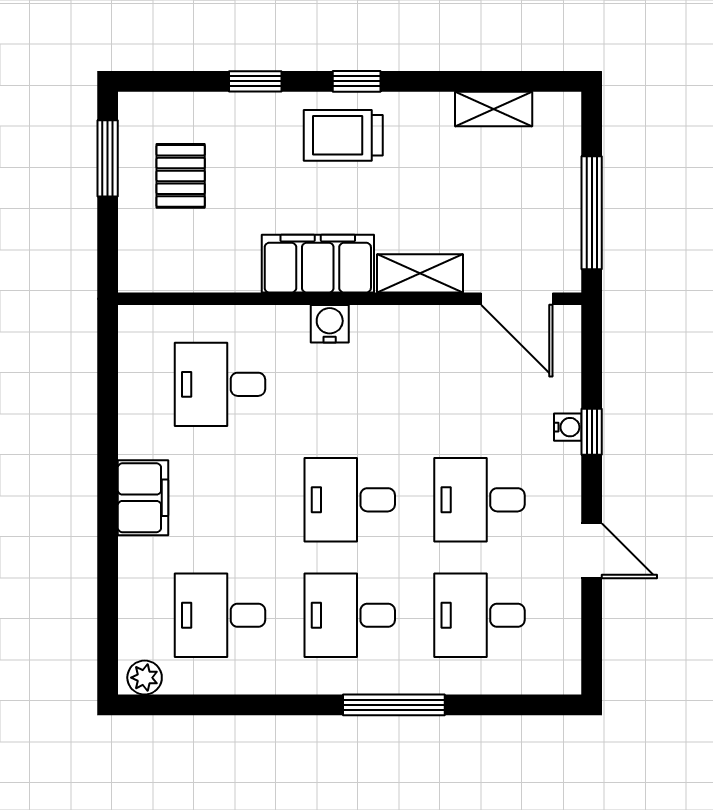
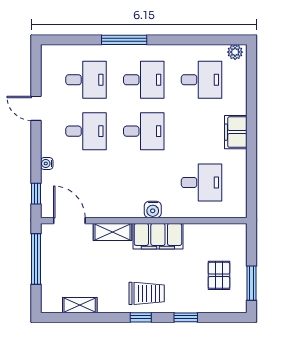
window: (592, 432) -> (36, 194), moved

